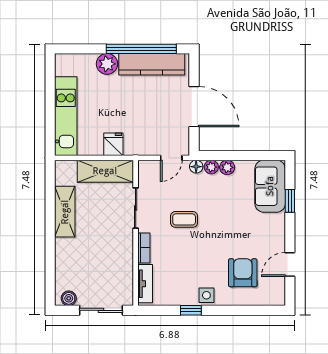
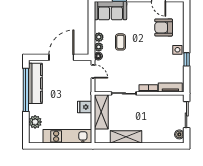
plant: (107, 64) -> (35, 122), moved
coffee table: (184, 219) -> (120, 42), moved

